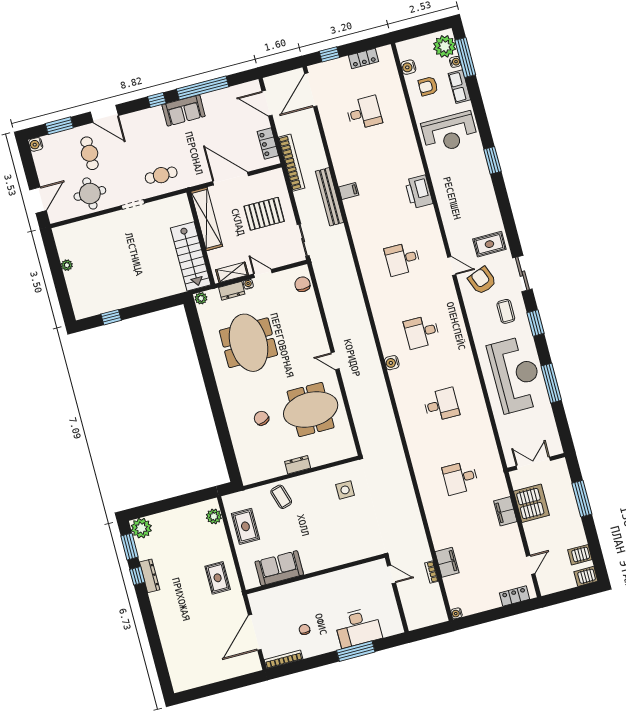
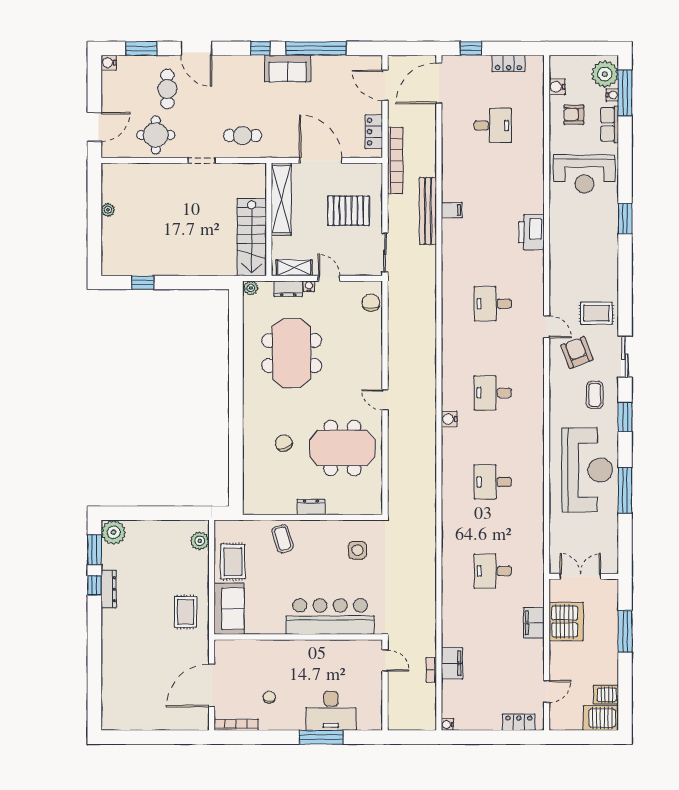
desk: (441, 405) -> (493, 482), turned 180
bar counter: (337, 550) -> (330, 617), added
sofa: (279, 568) -> (229, 609), moved, turned 90
server rack: (586, 576) -> (601, 718), width x1.36, depth x1.44

